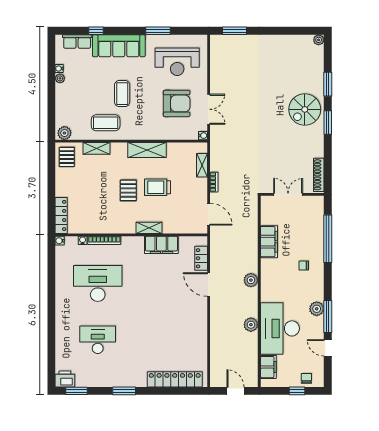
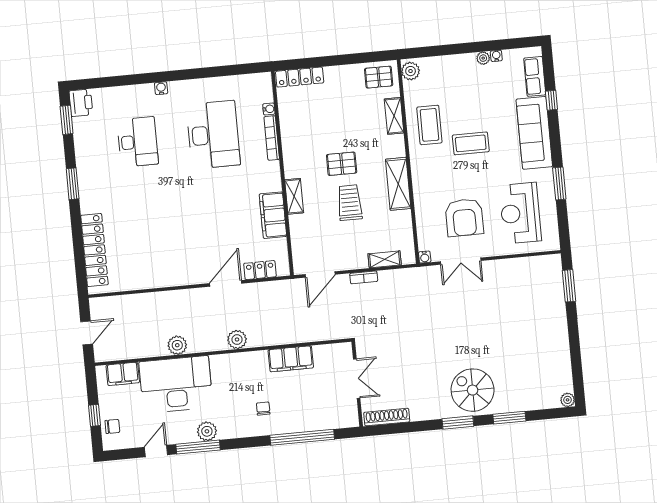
water cooler: (60, 241) -> (161, 88), moved

